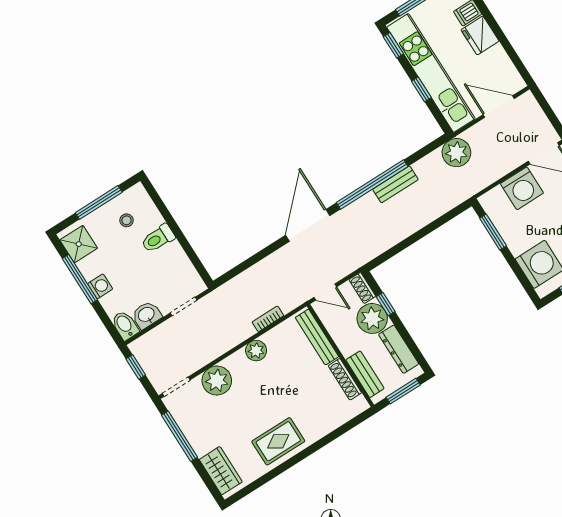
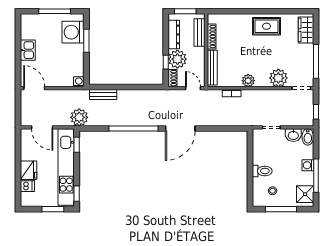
window: (421, 89) -> (77, 145), moved
bench: (395, 184) -> (103, 95), moved
washing machine: (522, 188) -> (79, 82), moved, width x0.53, depth x0.53
window: (493, 232) -> (86, 41), moved

